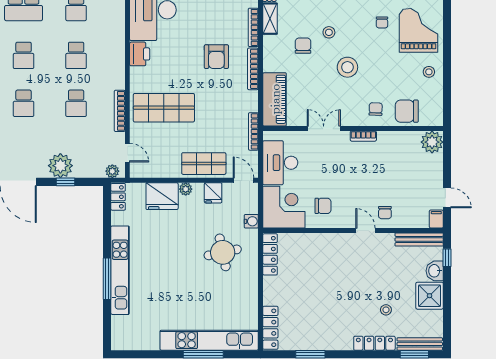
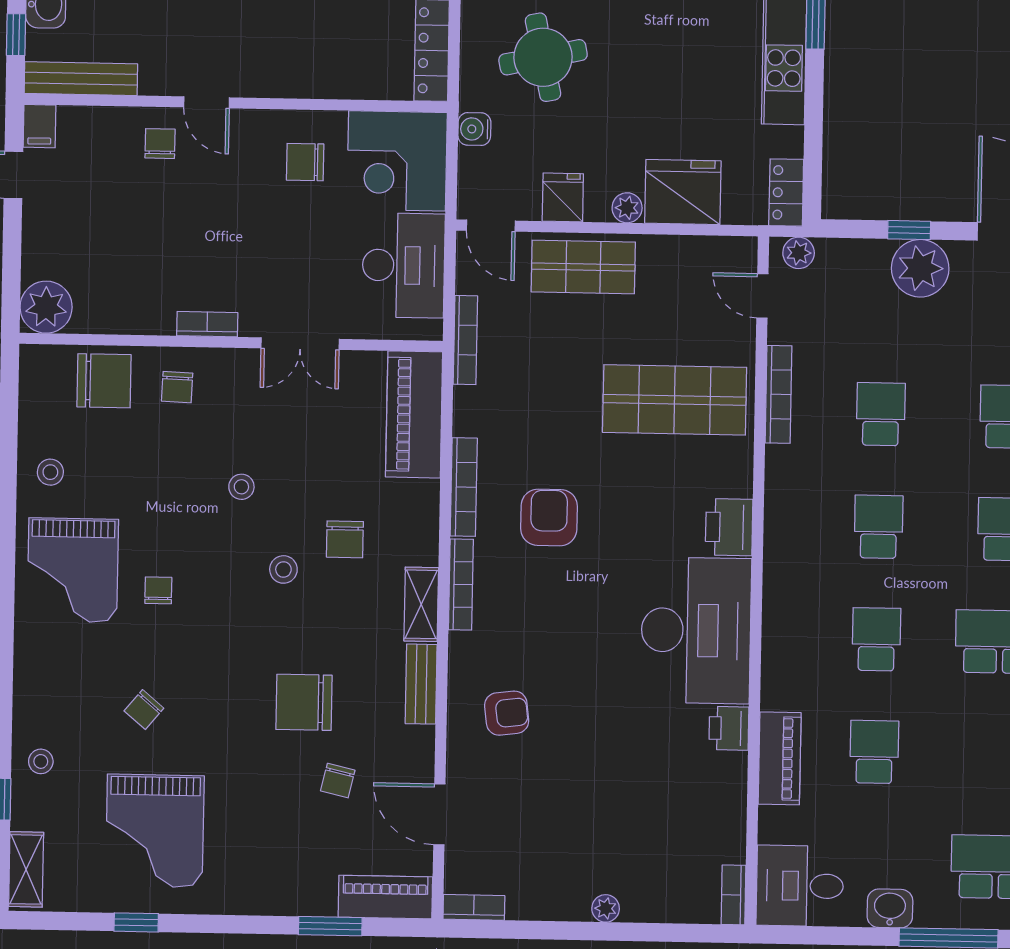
stool: (347, 67) -> (241, 487), width x0.53, depth x0.53

